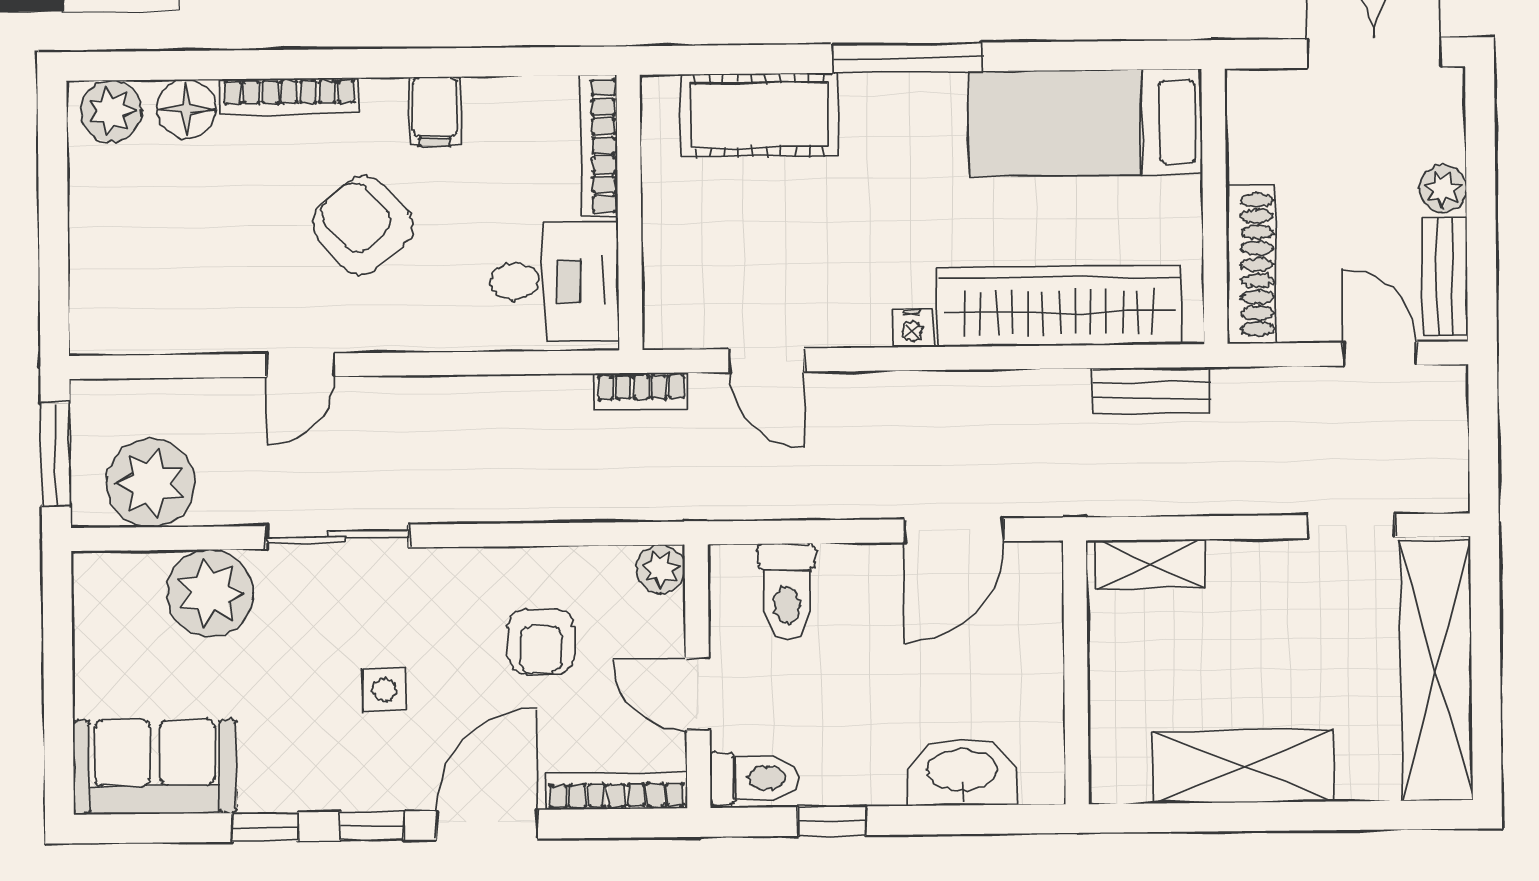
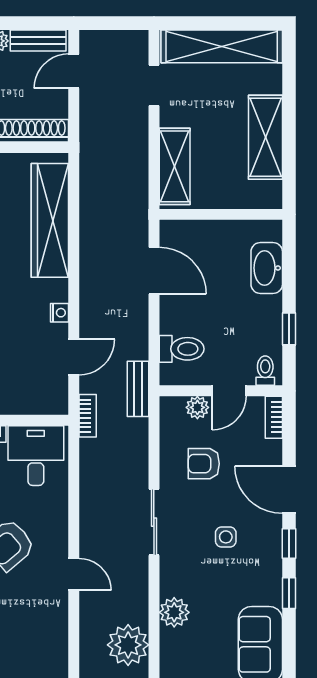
nightstand: (912, 328) -> (60, 313), moved
bench: (1151, 390) -> (138, 389), moved
sliding door: (337, 537) -> (154, 522), moved
shelving: (1150, 564) -> (175, 166), width x1.50, depth x1.33
plant: (661, 569) -> (197, 407), moved
plant: (210, 593) -> (174, 612), width x0.73, depth x0.73
armchair: (541, 641) -> (204, 464), turned 180
toilet: (754, 778) -> (265, 371), width x0.73, depth x0.72
bookcase: (616, 791) -> (274, 417), width x0.64

